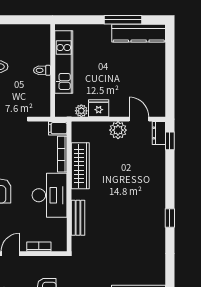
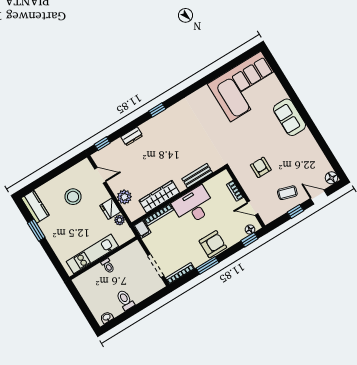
window: (123, 20) -> (36, 230), width x0.69
kitchen counter: (139, 33) -> (35, 207), width x0.67
stool: (134, 78) -> (73, 197), added
door: (139, 119) -> (100, 175), swing flipped
plant: (118, 130) -> (124, 197), moved
dresser: (159, 133) -> (132, 136), moved

